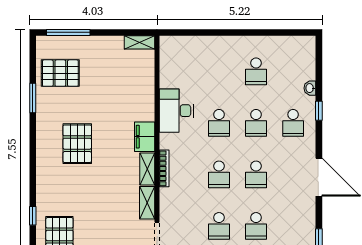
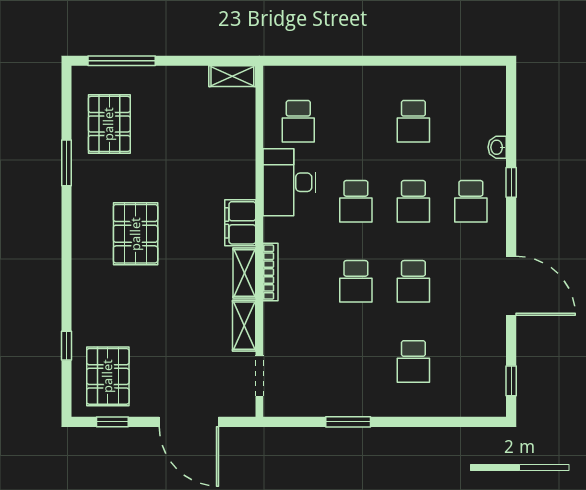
pallet: (60, 73) -> (109, 124), turned 90
school desk: (219, 226) -> (298, 121), moved

